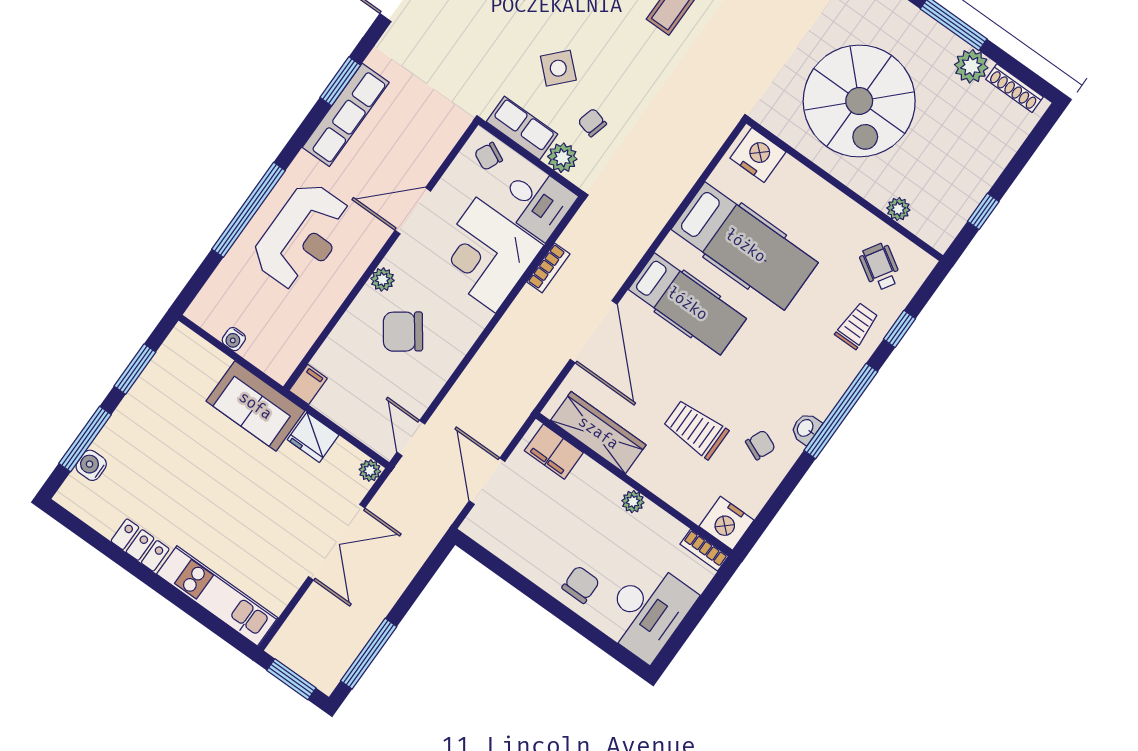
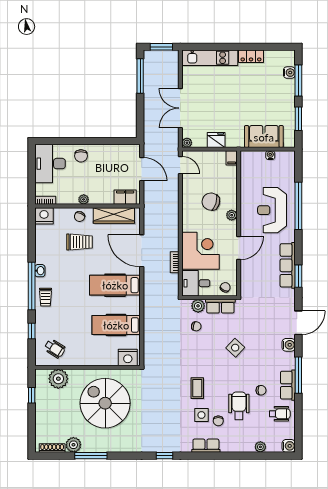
side table: (558, 68) -> (235, 348), moved
plant: (898, 209) -> (58, 379), width x1.87, depth x1.87
hospital bed: (745, 246) -> (116, 325), width x0.73, depth x0.78
trolley: (857, 326) -> (46, 297), moved
chair: (403, 332) -> (211, 202), turned -127
sofa: (255, 406) -> (264, 137), moved
chair: (760, 445) -> (80, 217), moved

